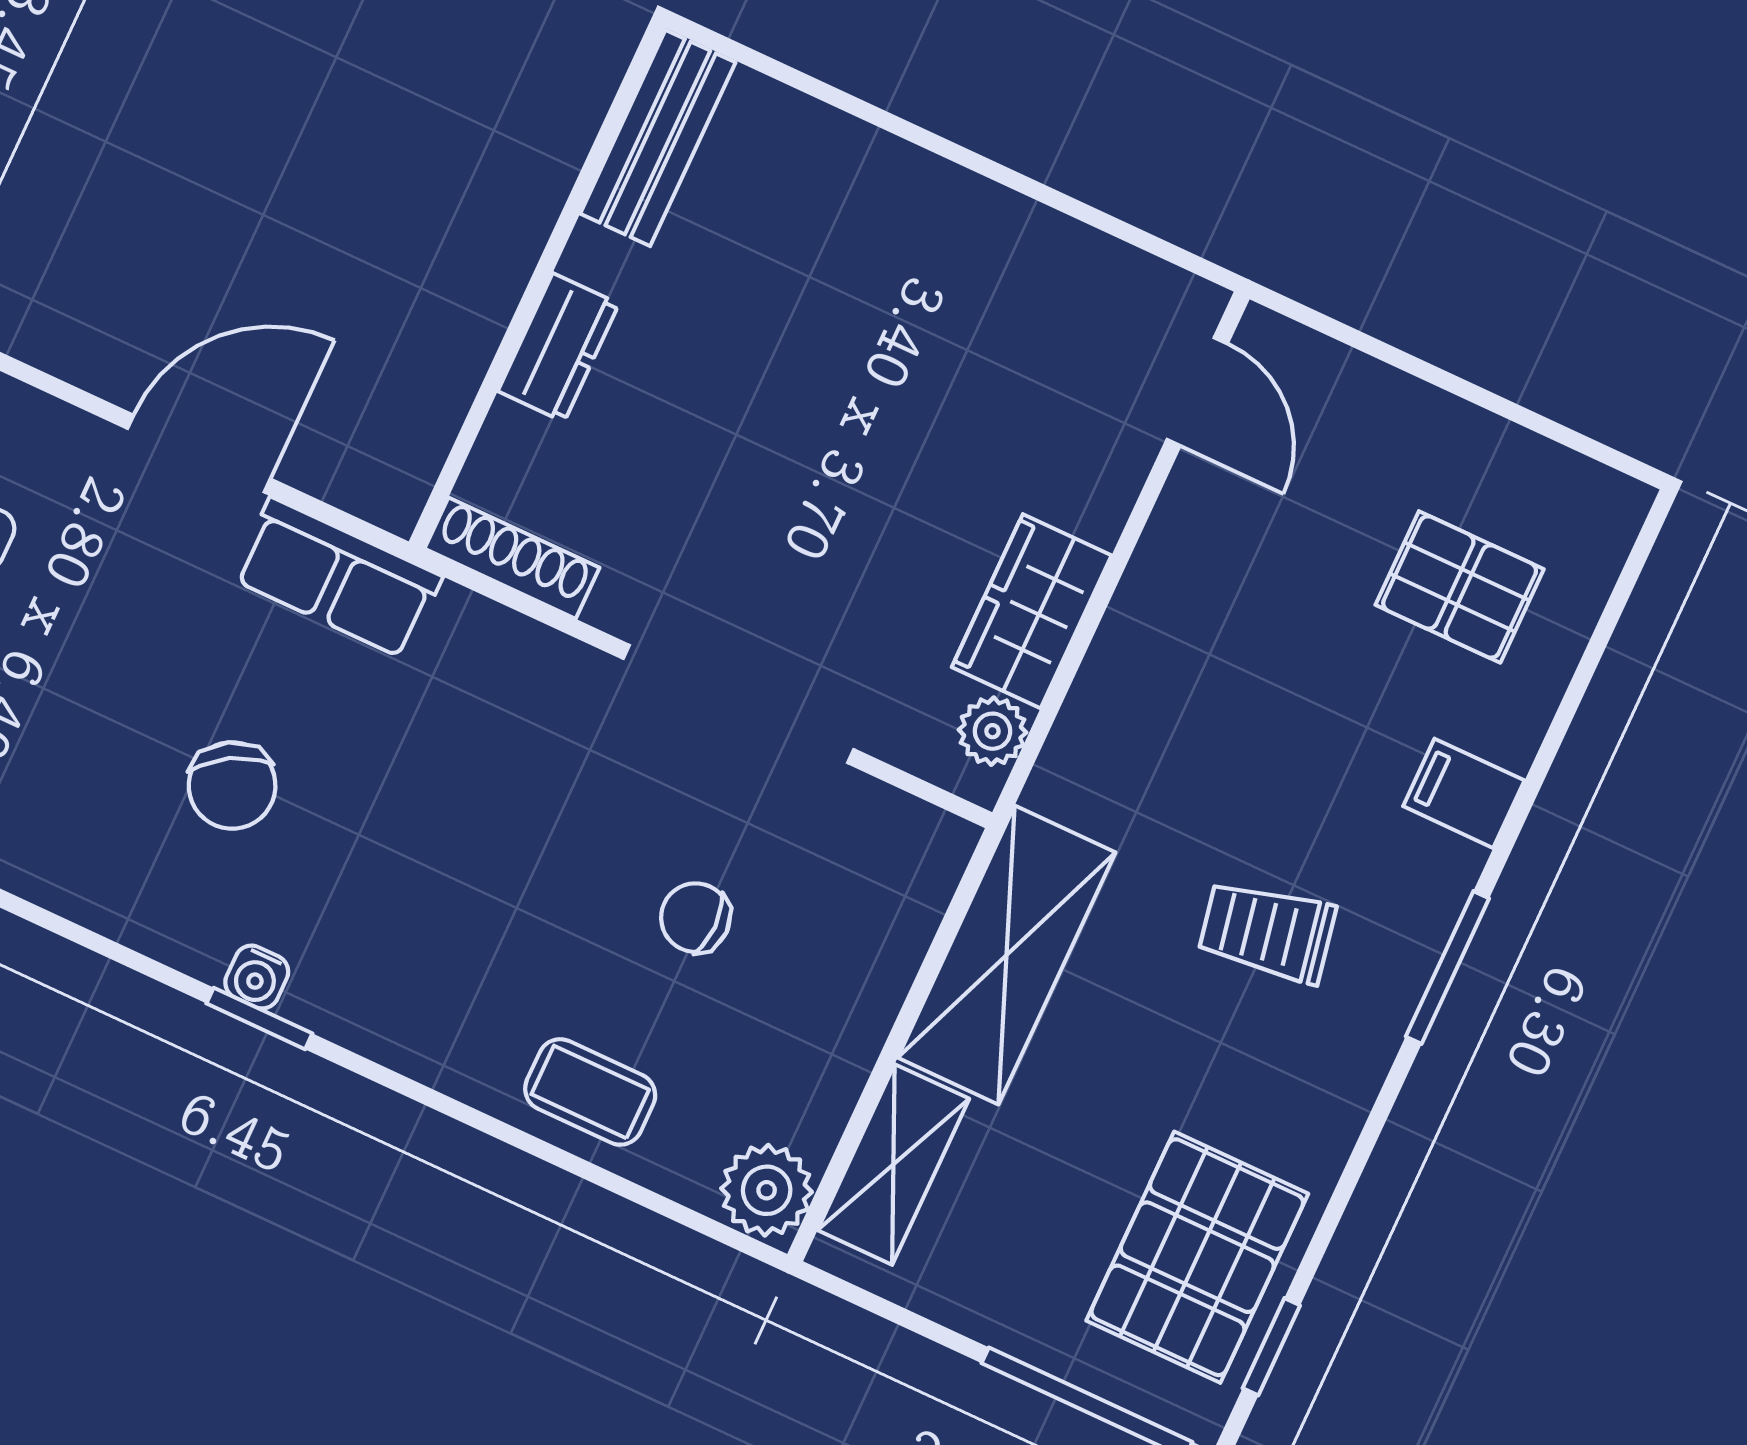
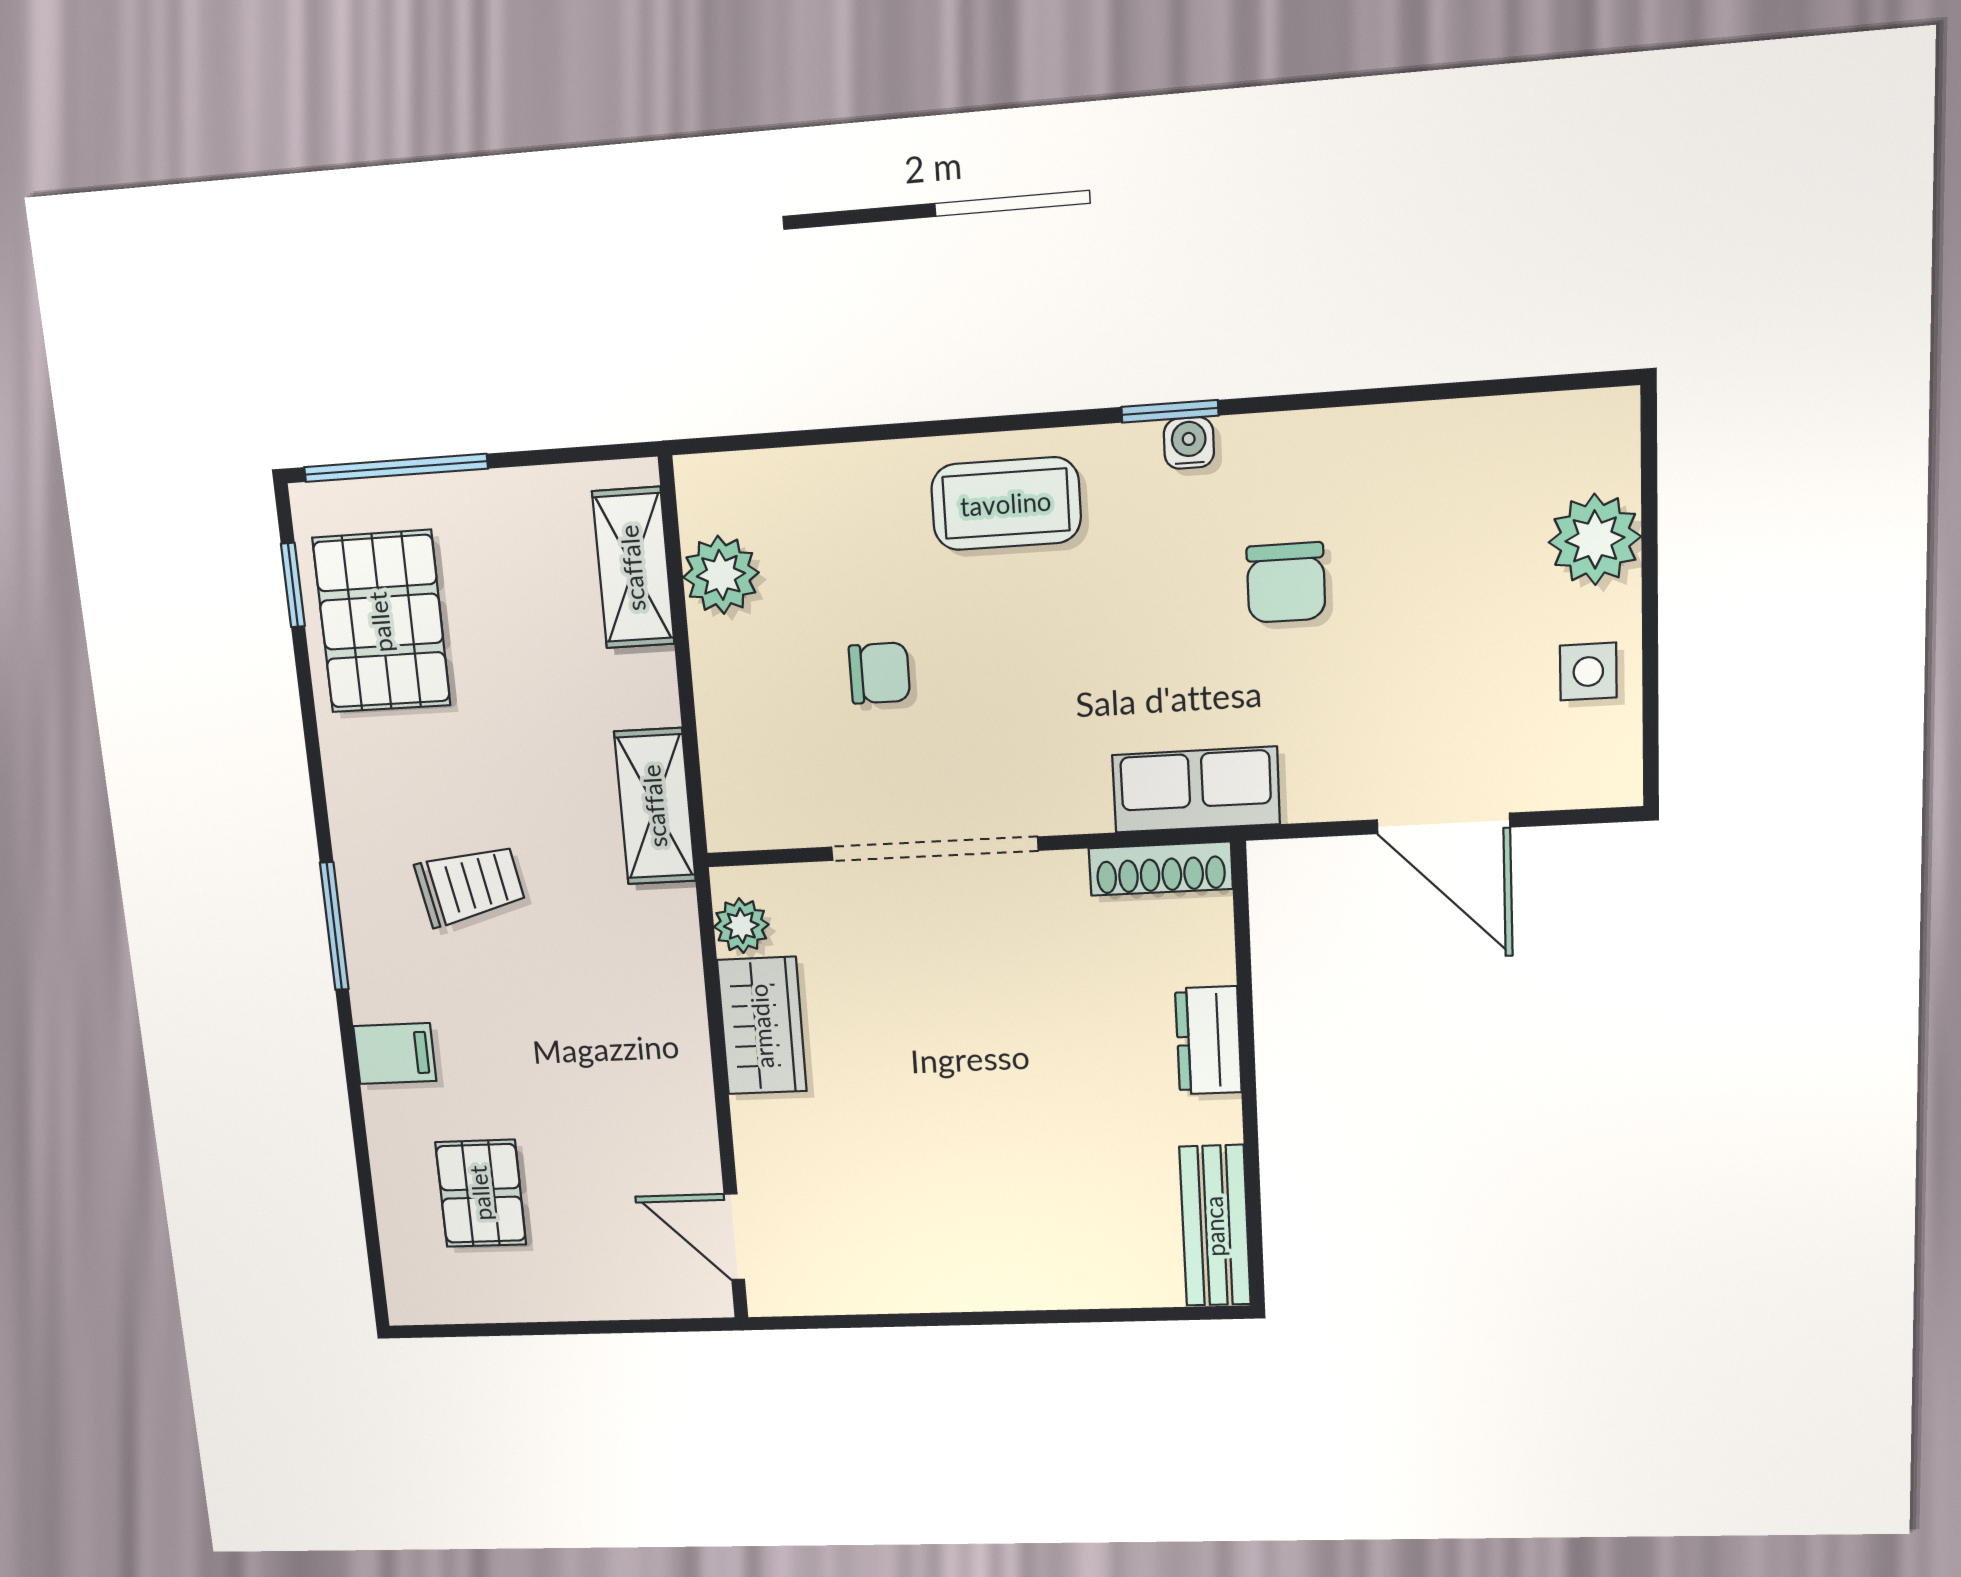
door: (199, 454) -> (1443, 823), hinge flipped
row of seats: (337, 578) -> (1196, 790), moved
pallet: (1460, 587) -> (481, 1193), turned 90
chair: (232, 785) -> (1286, 583), turned -150
shelving: (1007, 955) -> (655, 806), width x0.67, depth x0.75
coffee table: (590, 1092) -> (1006, 504), moved, width x1.36, depth x1.30
plant: (767, 1190) -> (721, 575), moved

